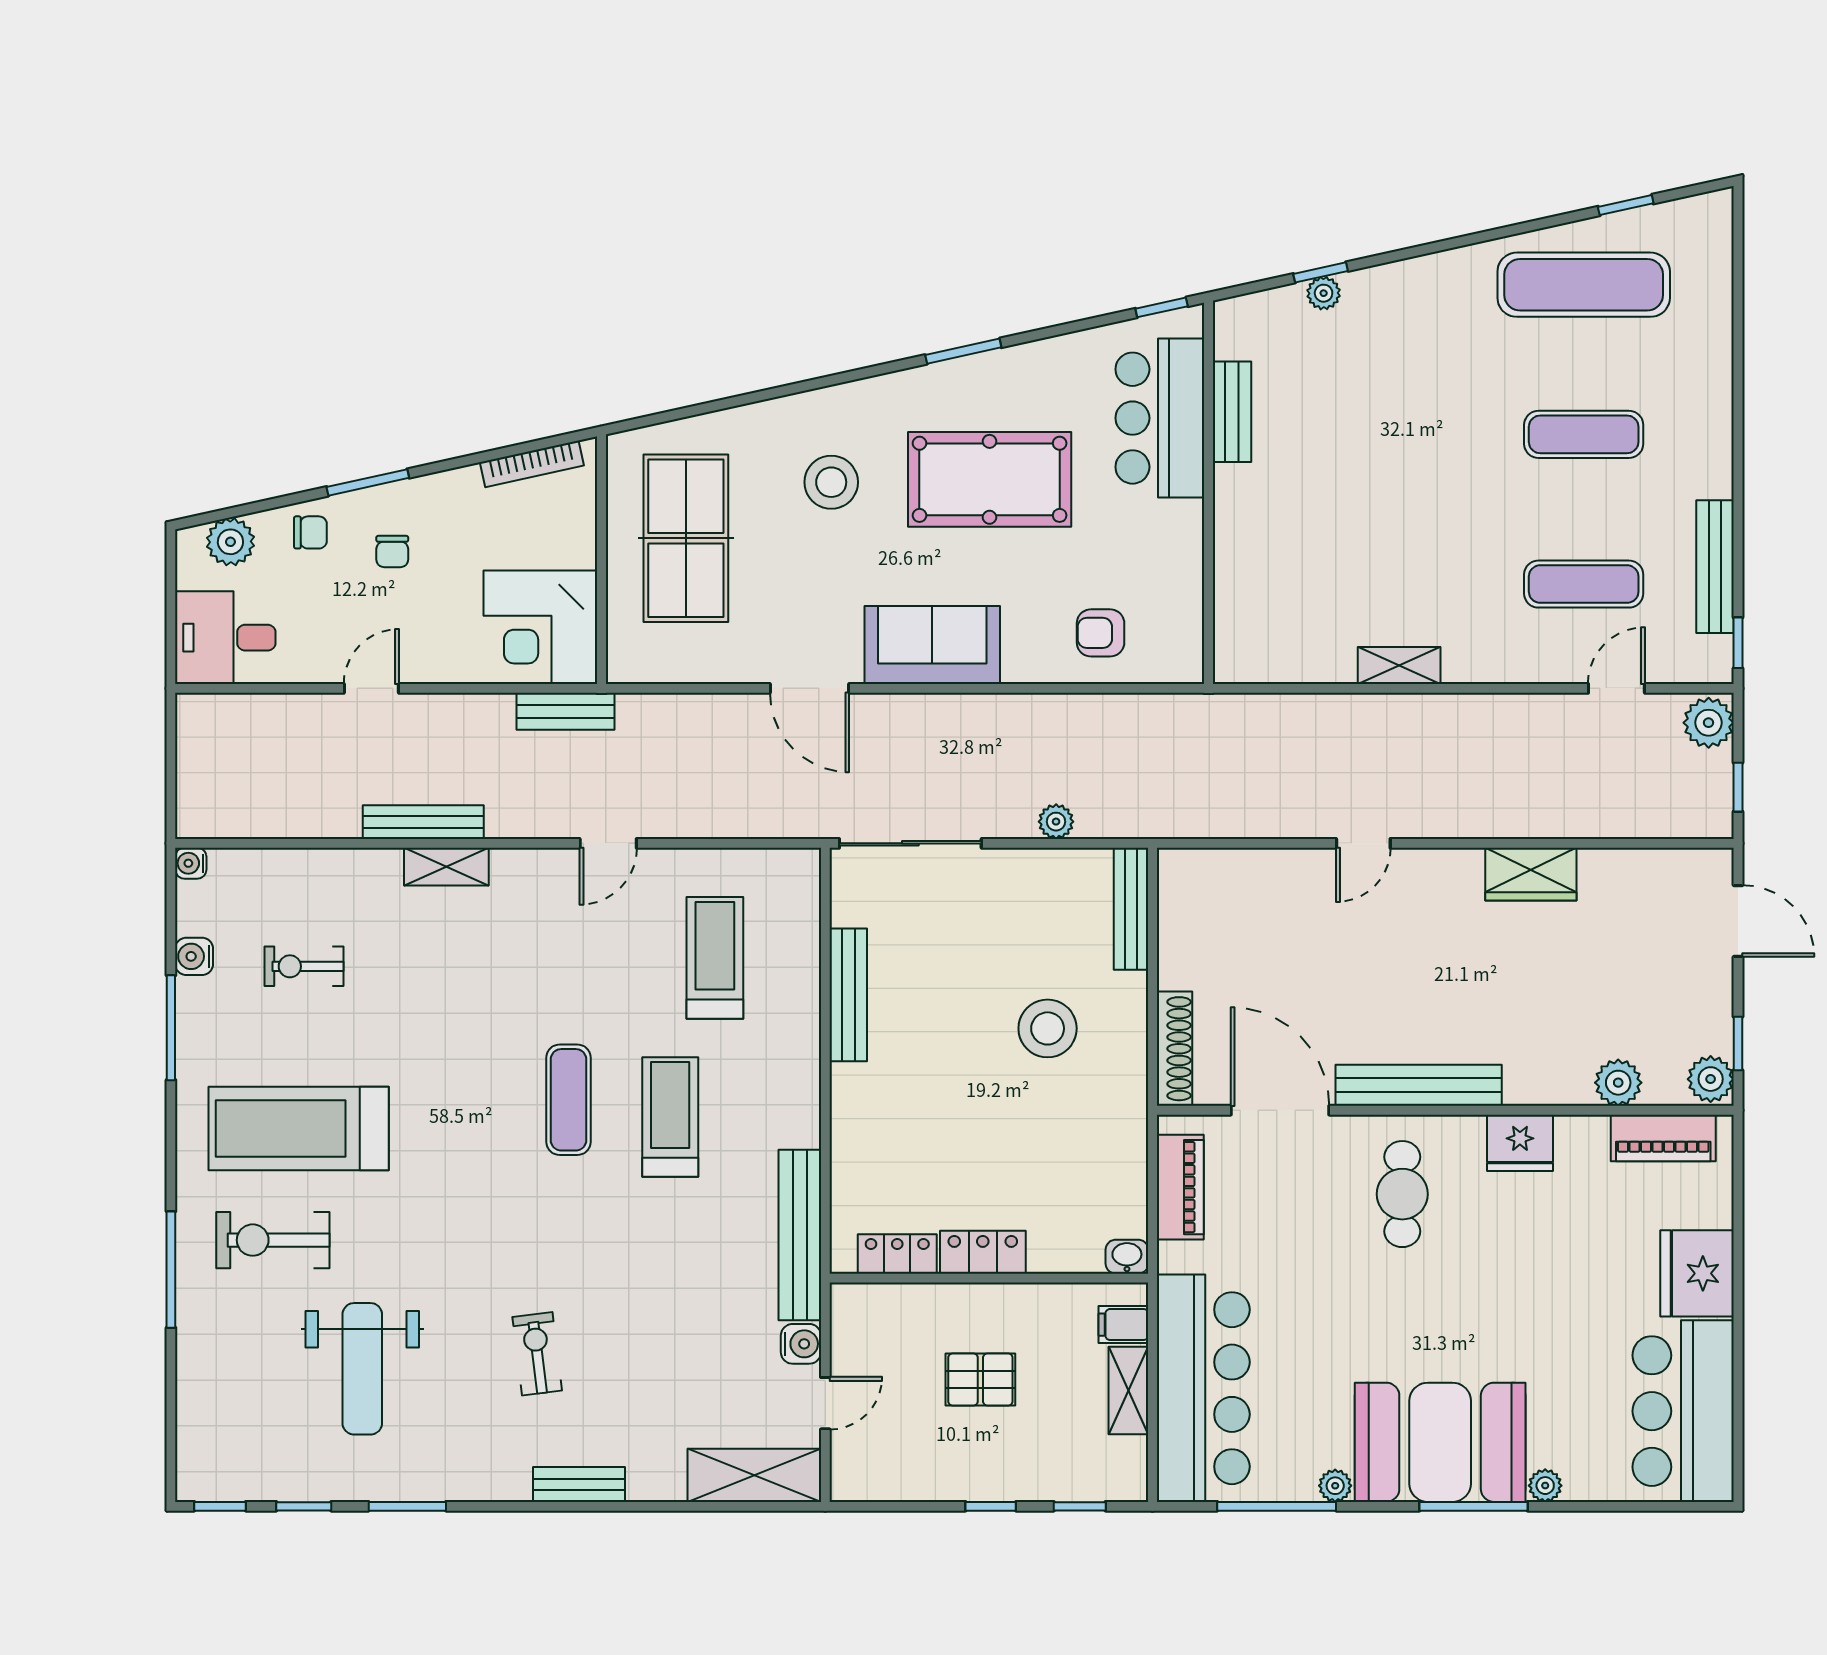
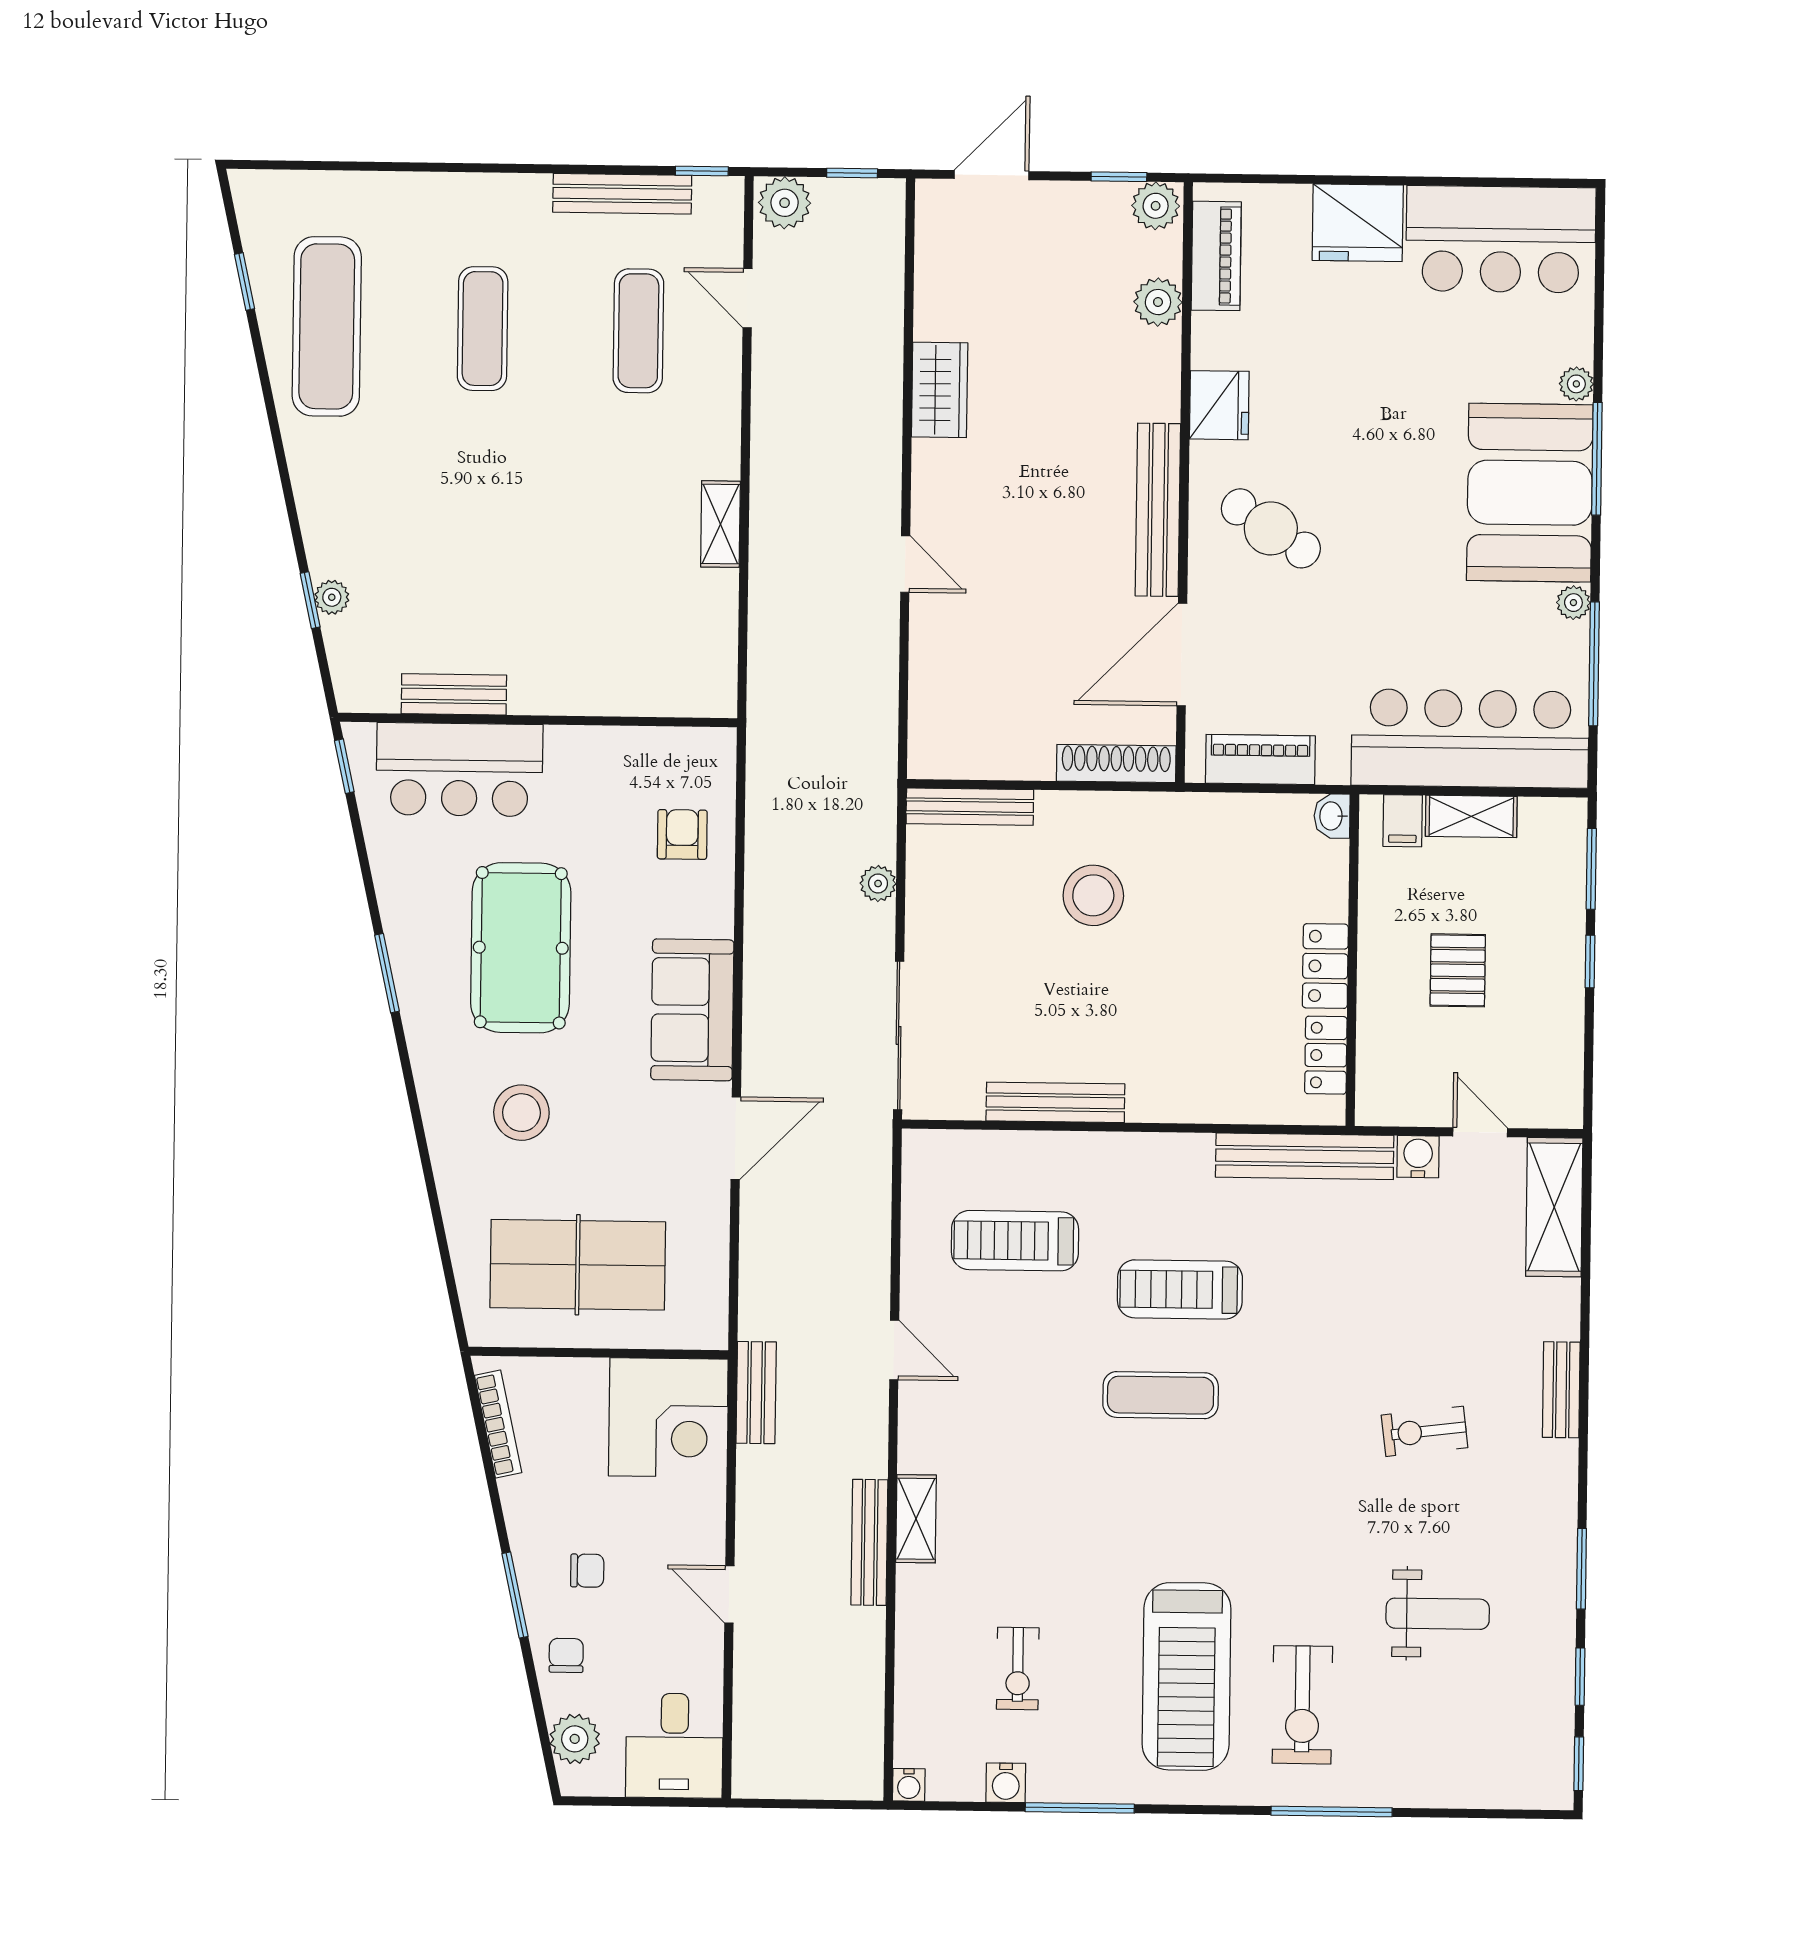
armchair: (1101, 633) -> (682, 834), turned 180
cafe table: (1402, 1194) -> (1271, 528), turned 33
weight bench: (362, 1369) -> (1438, 1614), width x0.73, depth x0.75
window: (1080, 1506) -> (1591, 869), width x1.50

